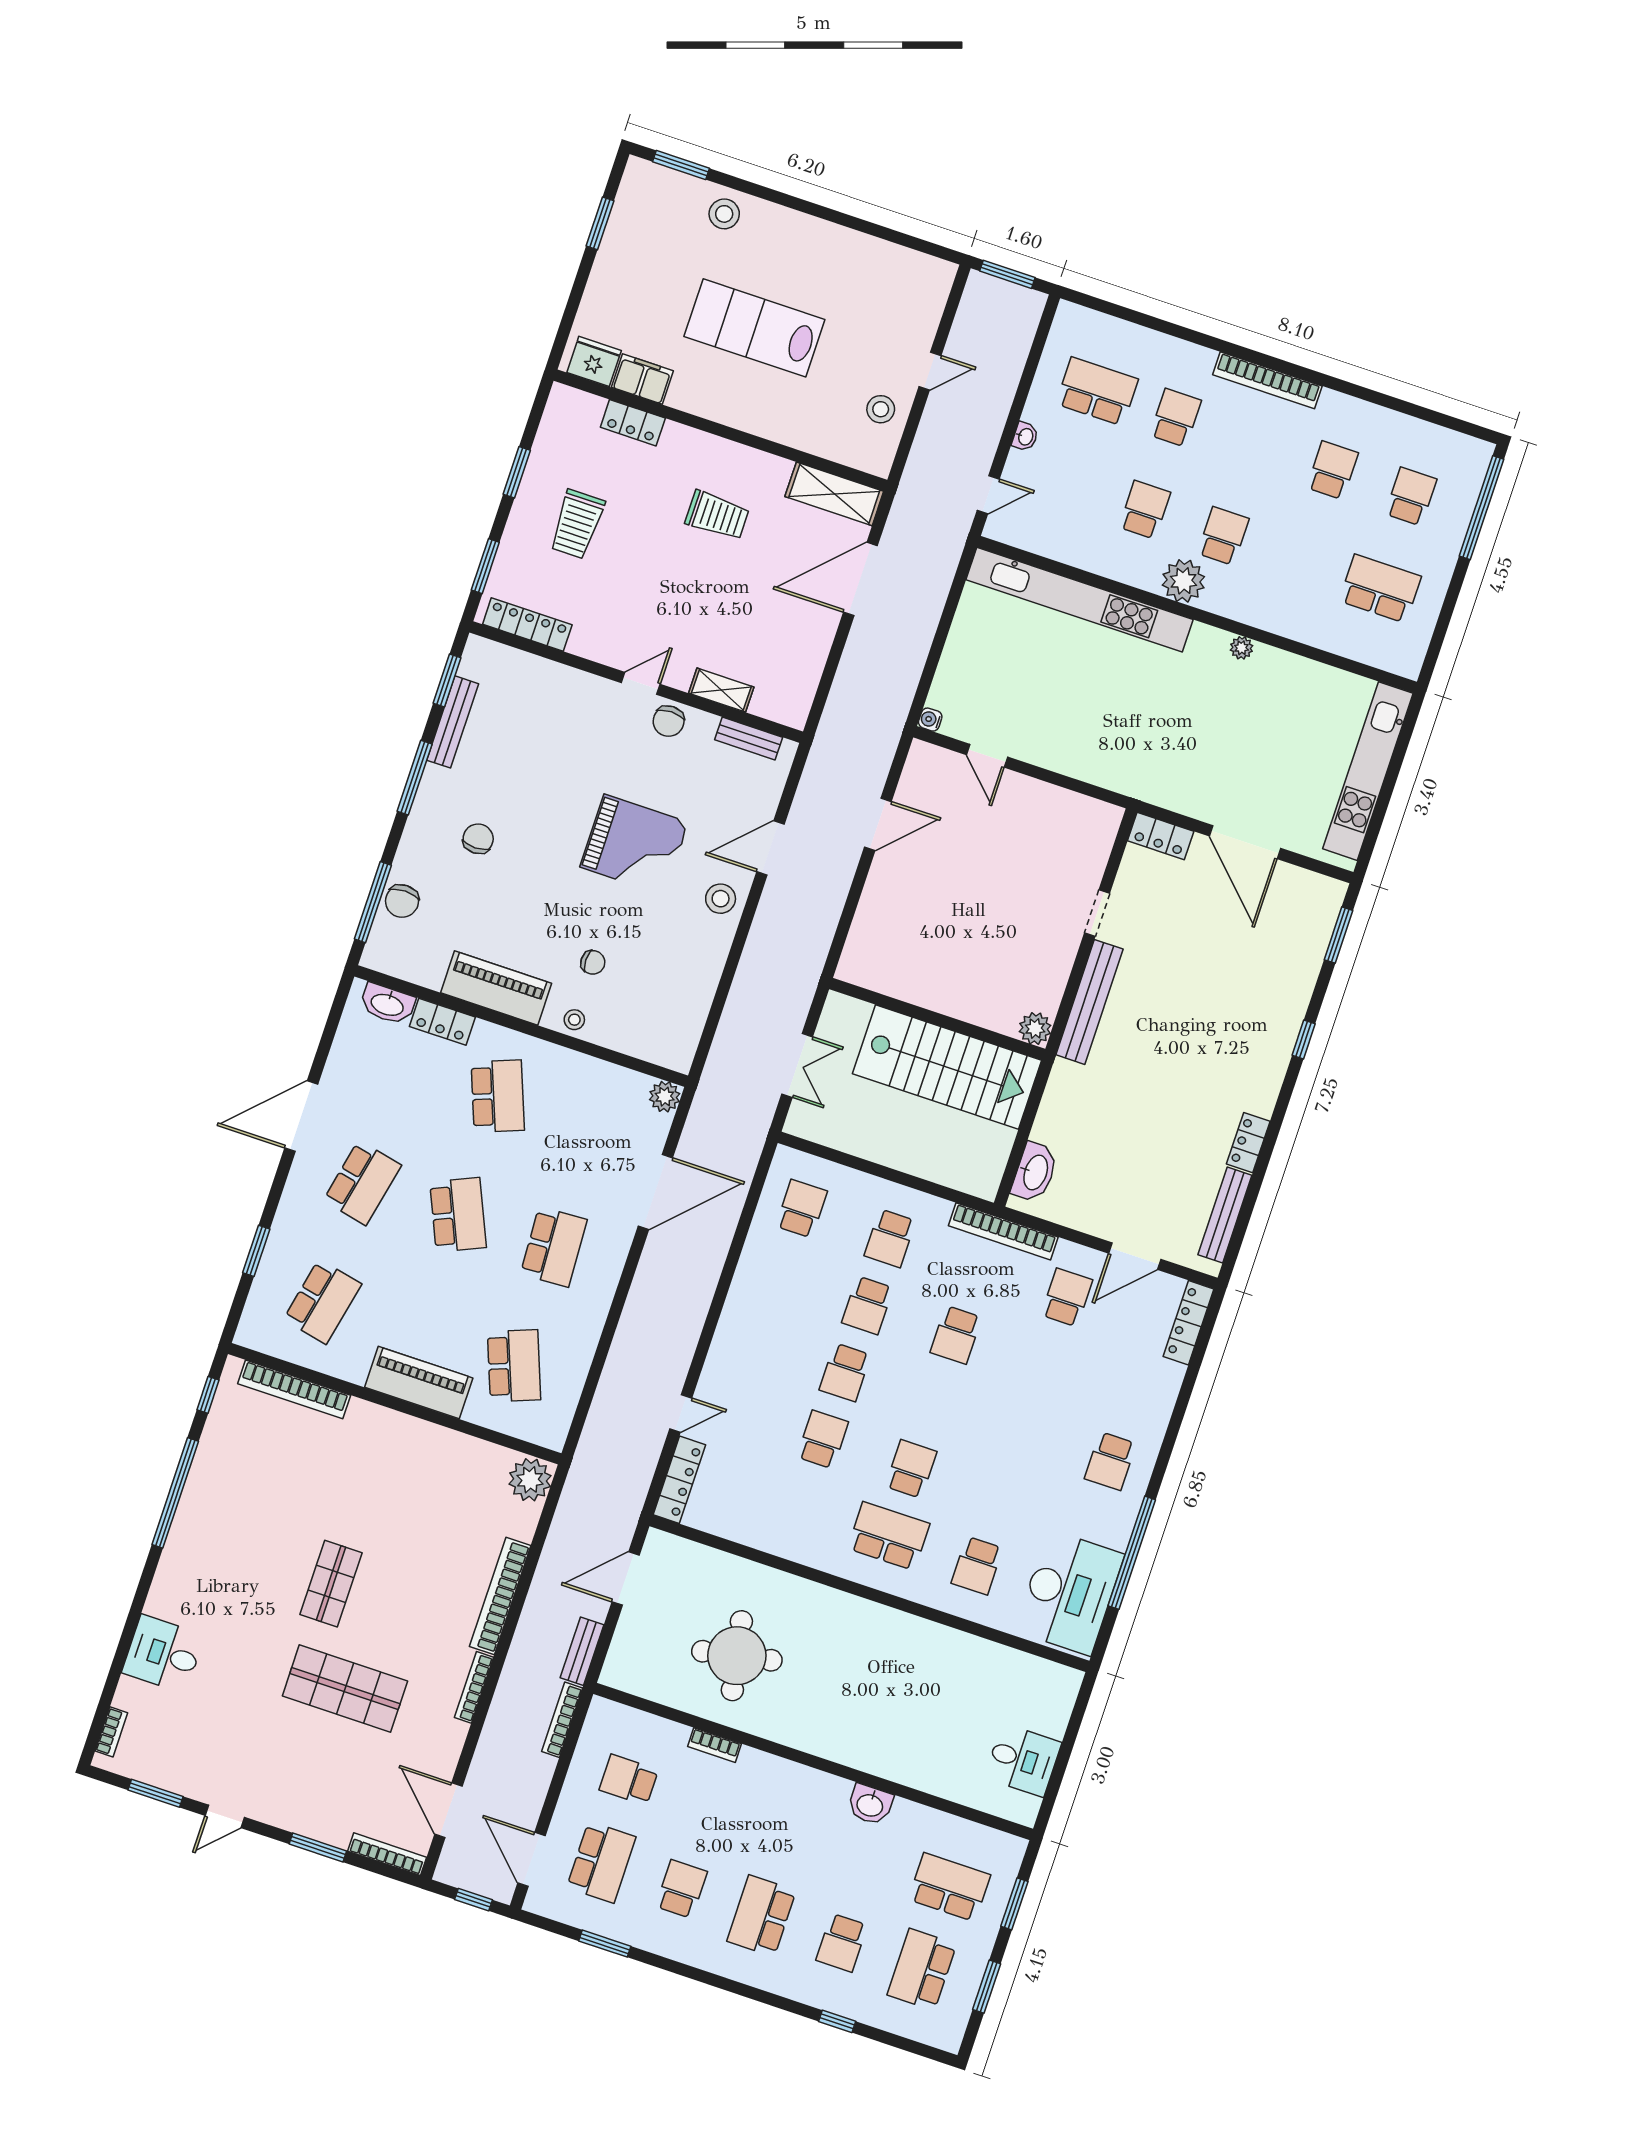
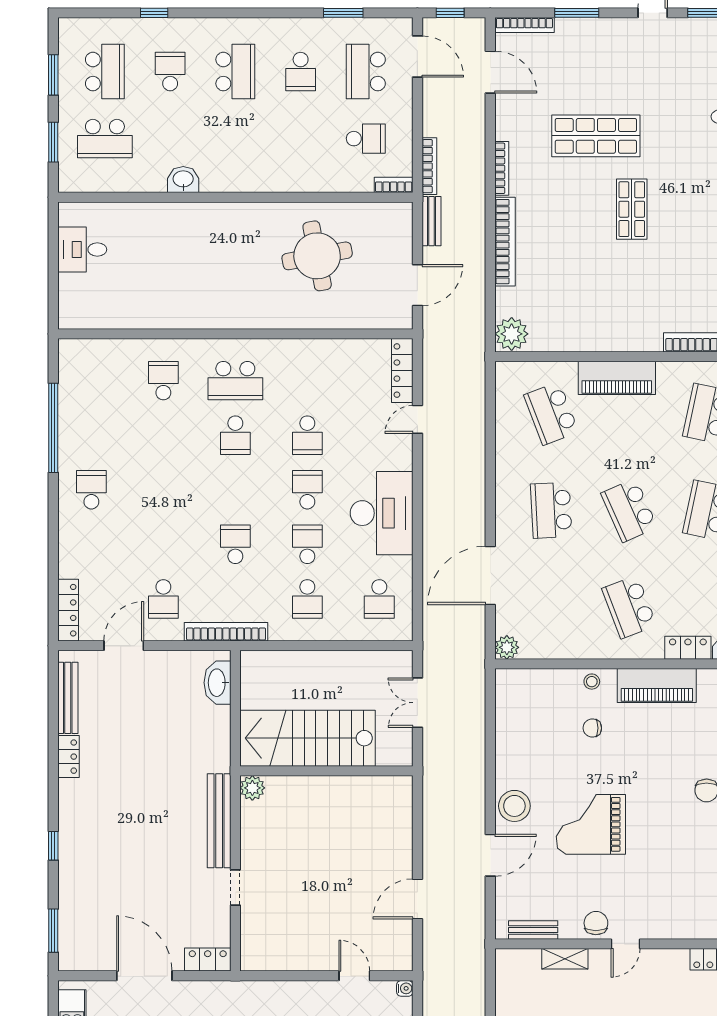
stool: (721, 899) -> (514, 806), width x1.38, depth x1.38
school desk: (890, 1238) -> (307, 599), turned 180
desk: (1070, 1593) -> (382, 513), moved, turned 180
bookcase: (714, 1745) -> (394, 185), moved

